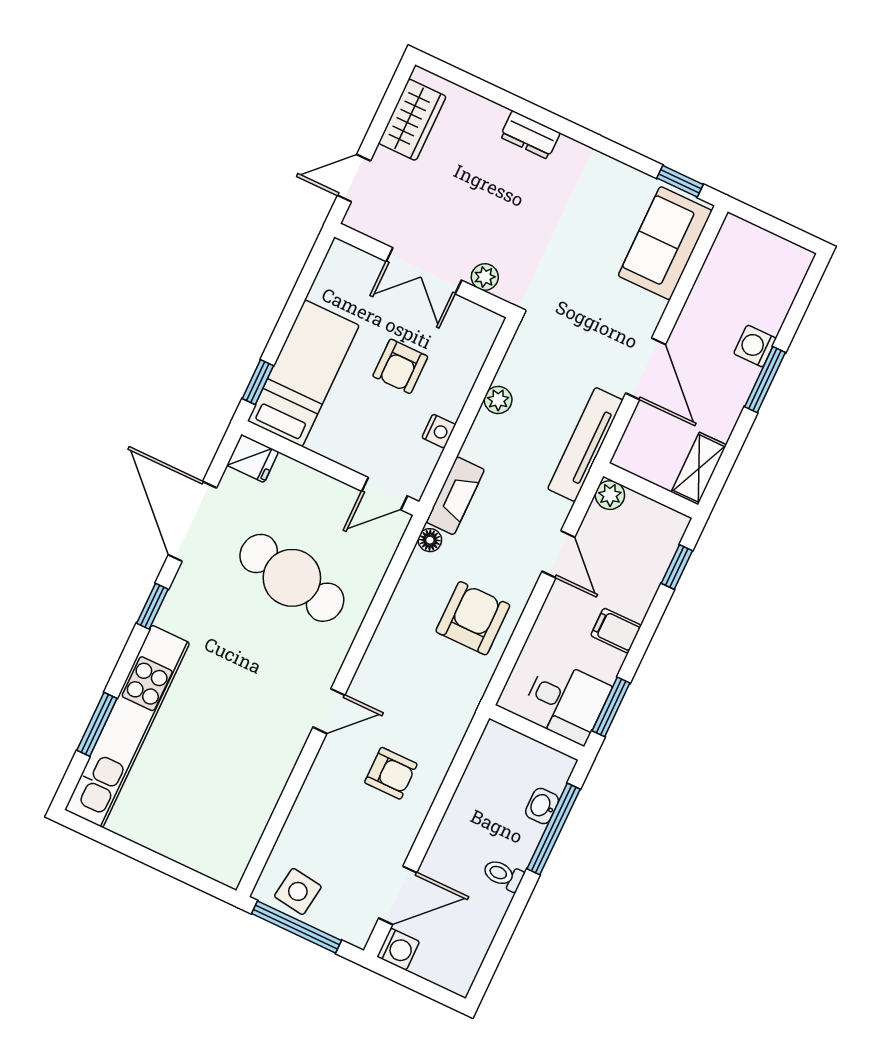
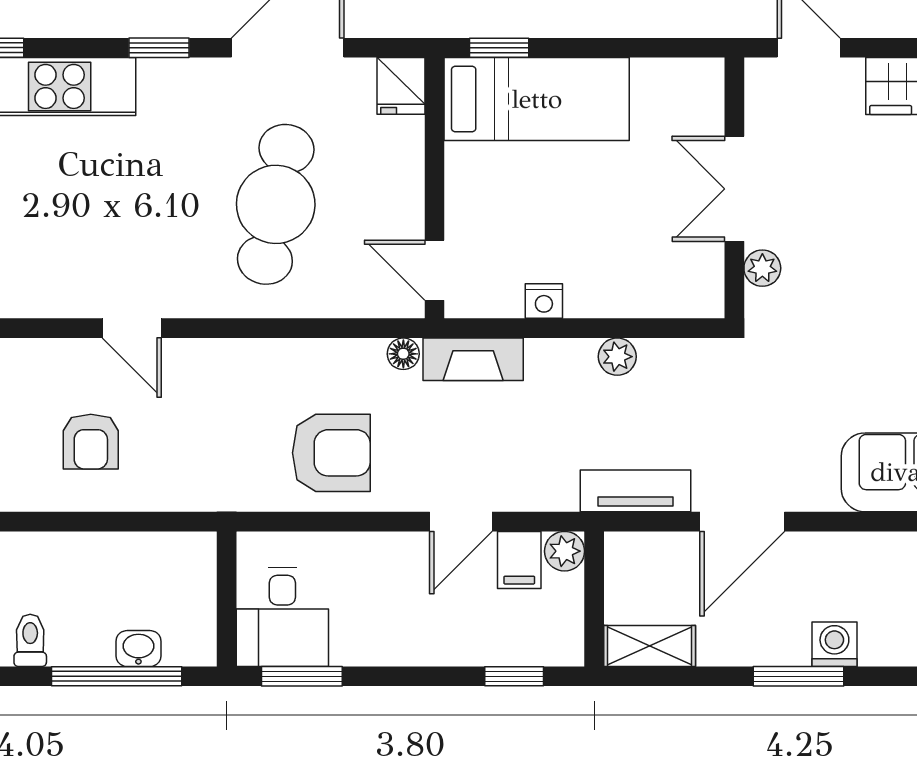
armchair: (400, 366) -> (602, 215), removed
tv unit: (585, 444) -> (635, 491), width x0.71
filing cabinet: (616, 631) -> (519, 560), moved, turned 180

